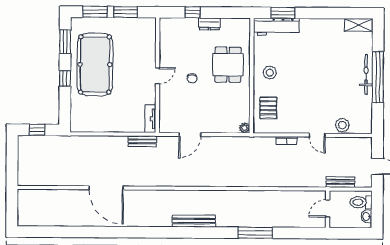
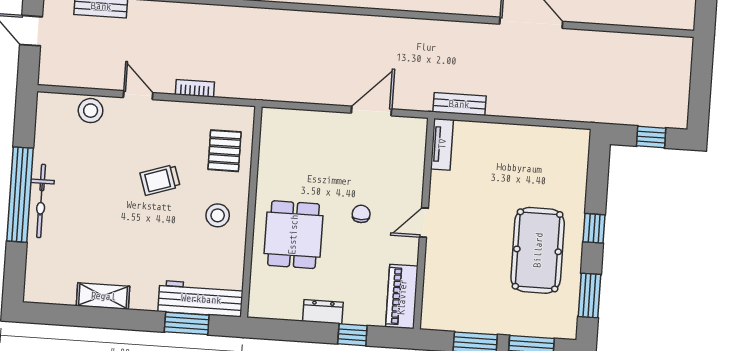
shelving: (359, 25) -> (103, 296), moved
piano: (167, 35) -> (402, 297), added
pool table: (95, 64) -> (538, 250), width x0.73, depth x0.76
trolley: (302, 90) -> (160, 180), added
plant: (244, 128) -> (270, 117), removed

